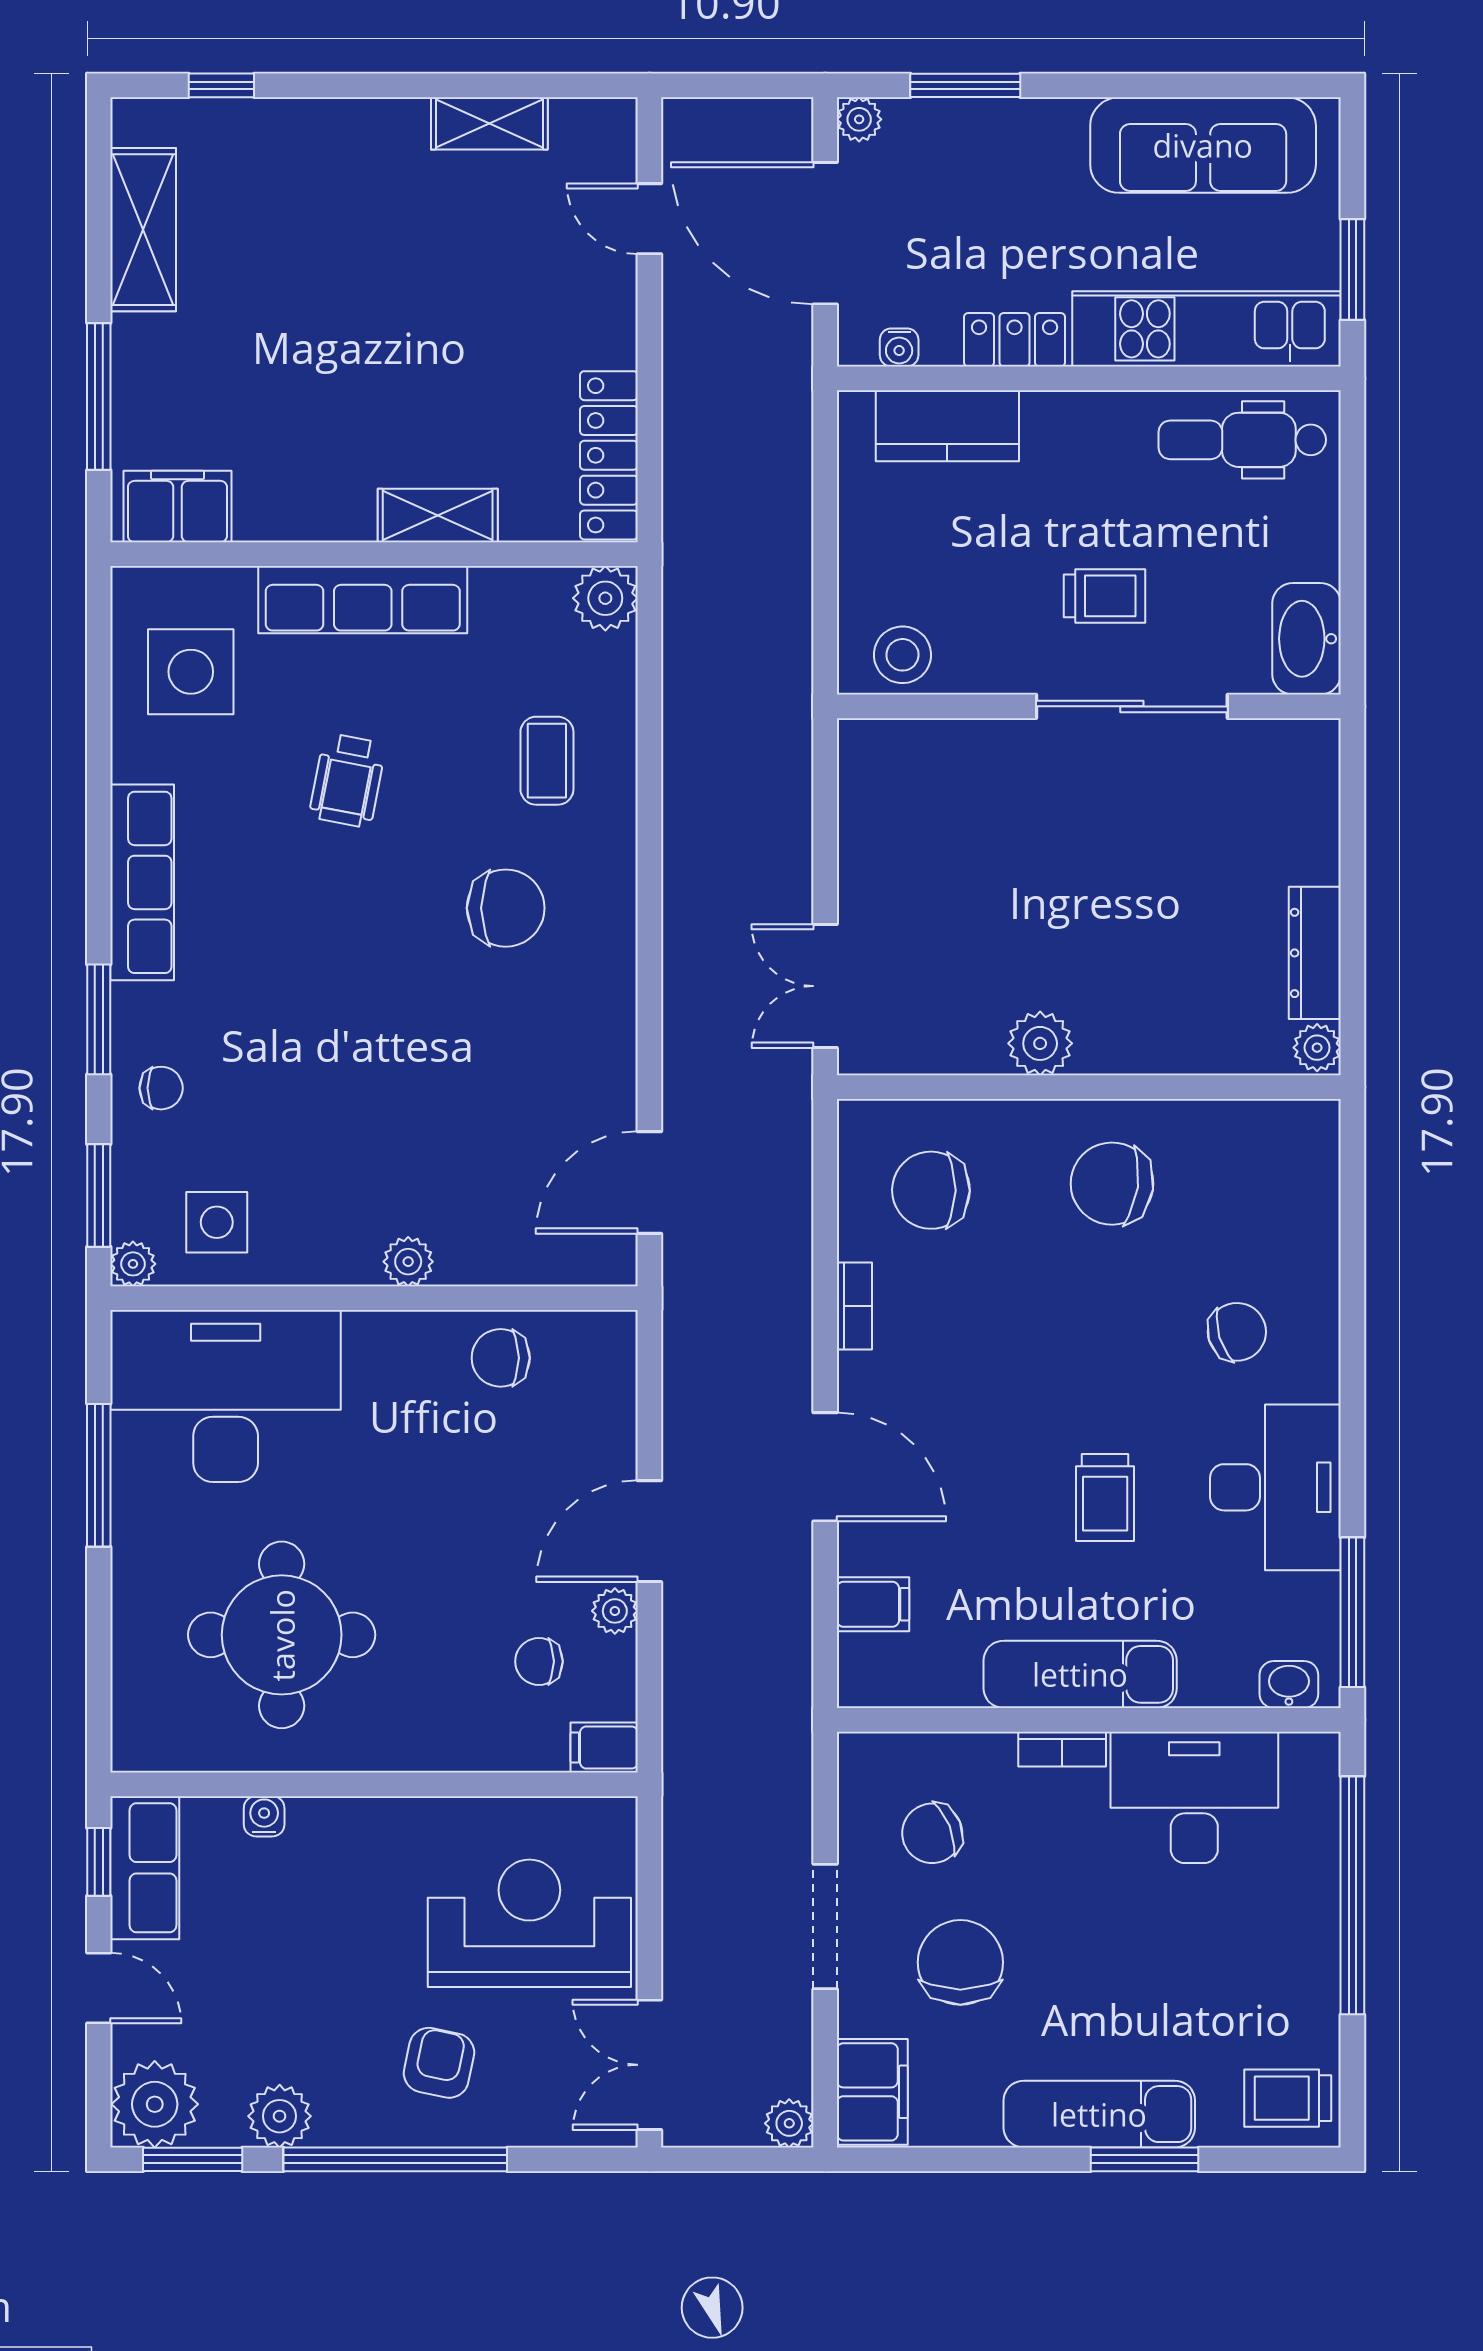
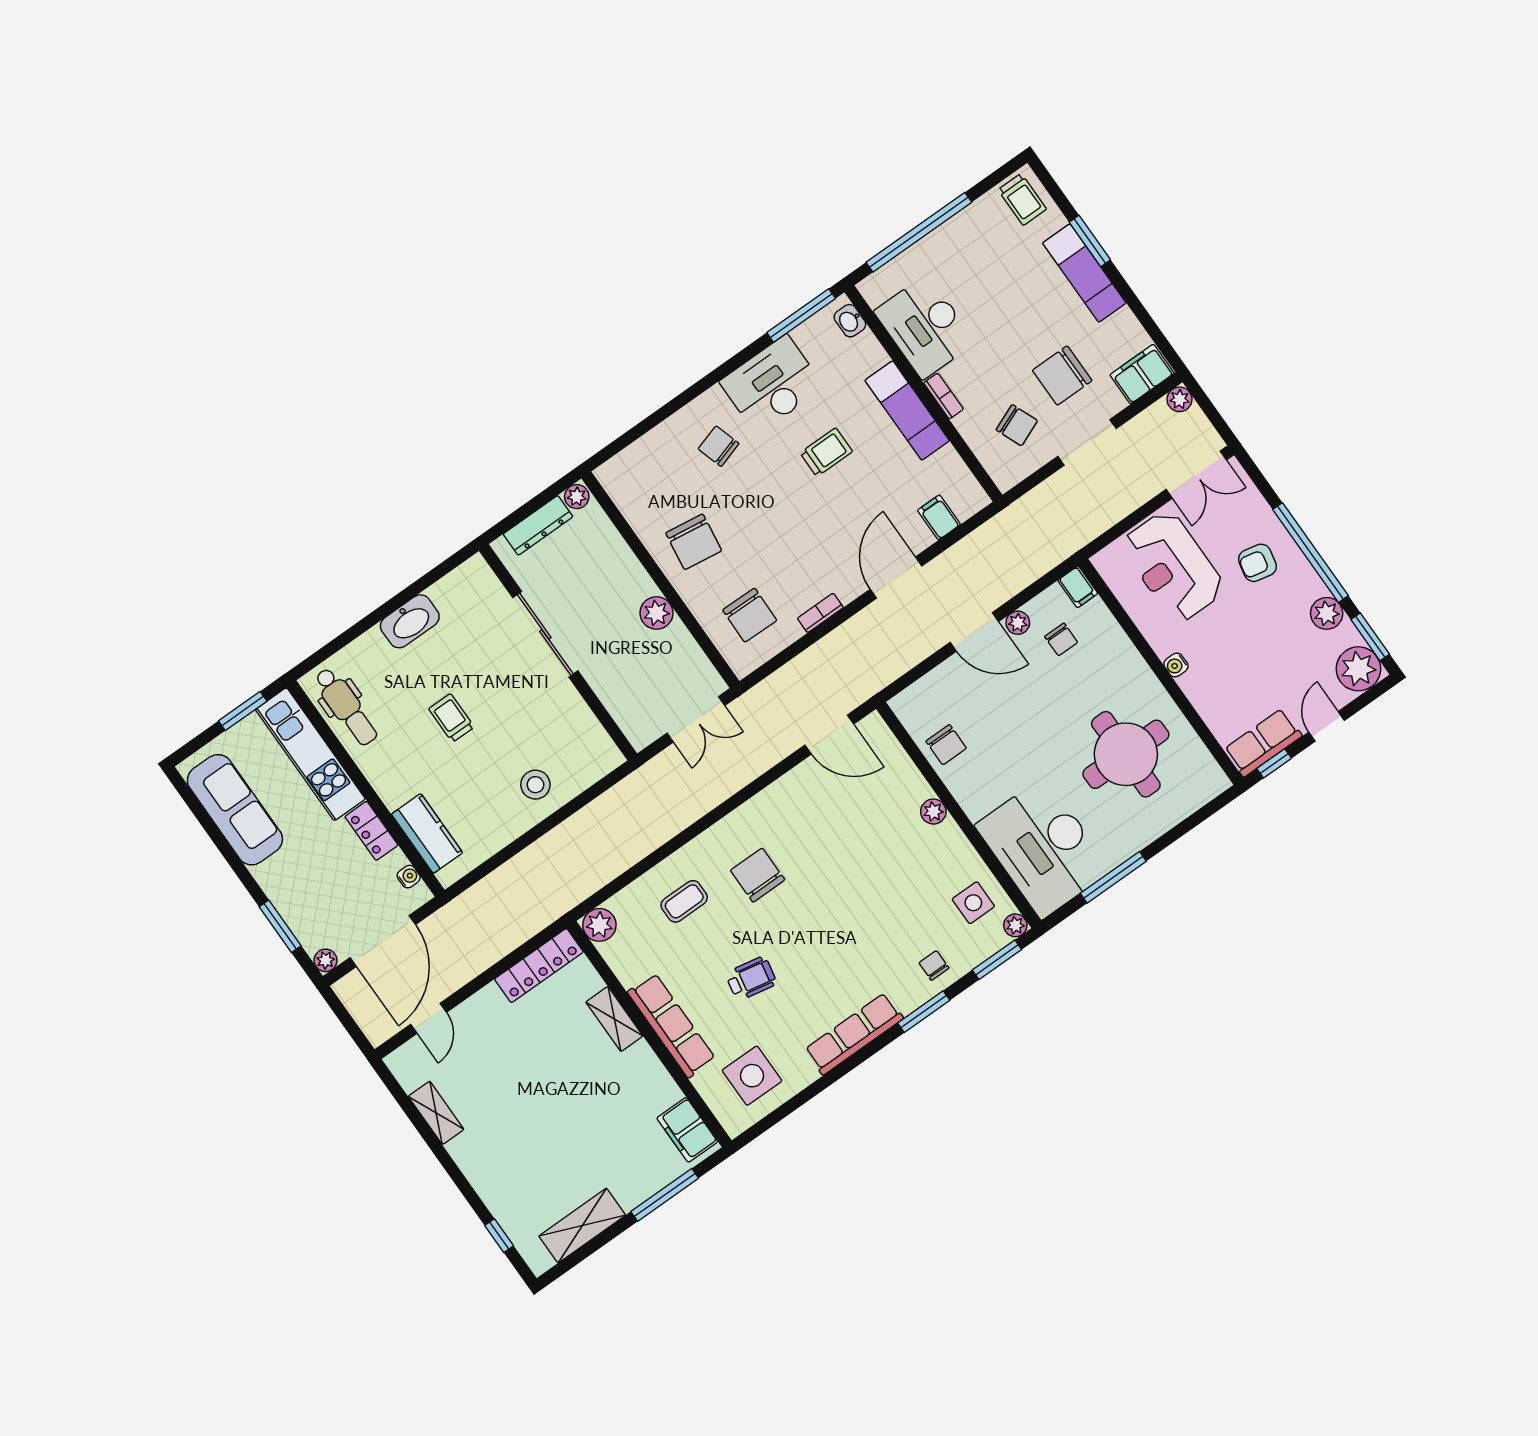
wall: (1089, 706) -> (558, 652), moved
sliding door: (1132, 706) -> (545, 634), moved
water cooler: (264, 1816) -> (1176, 665), moved

